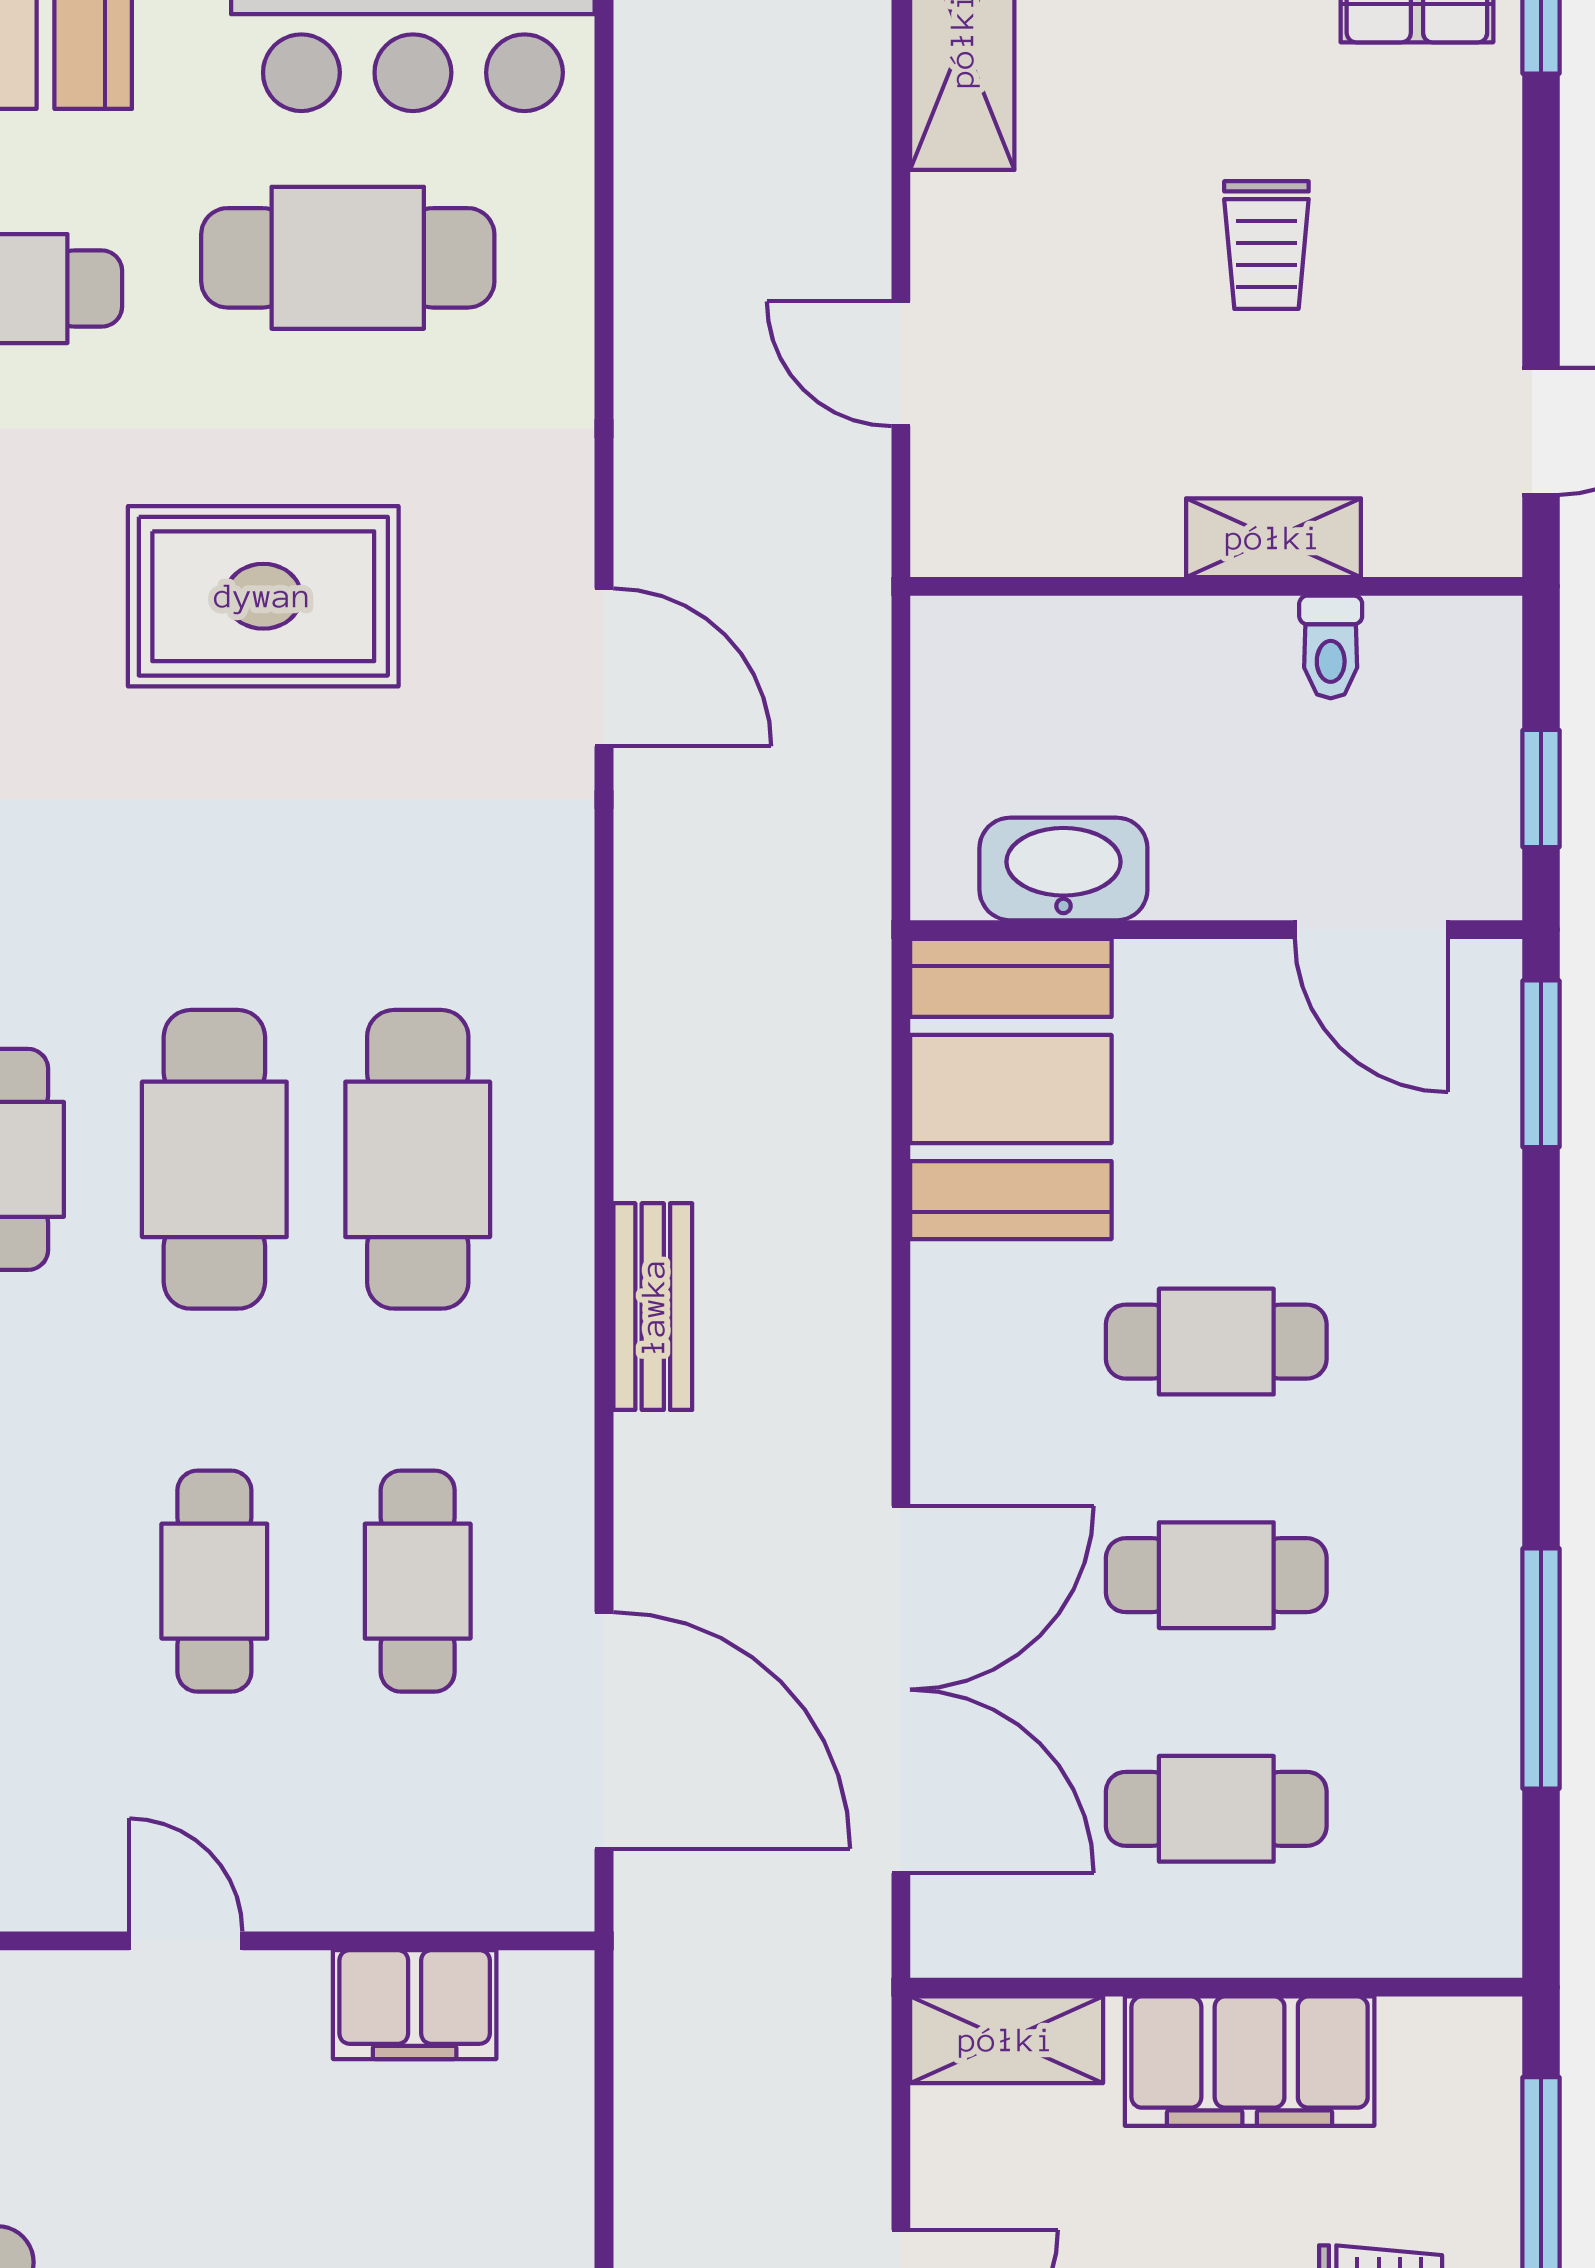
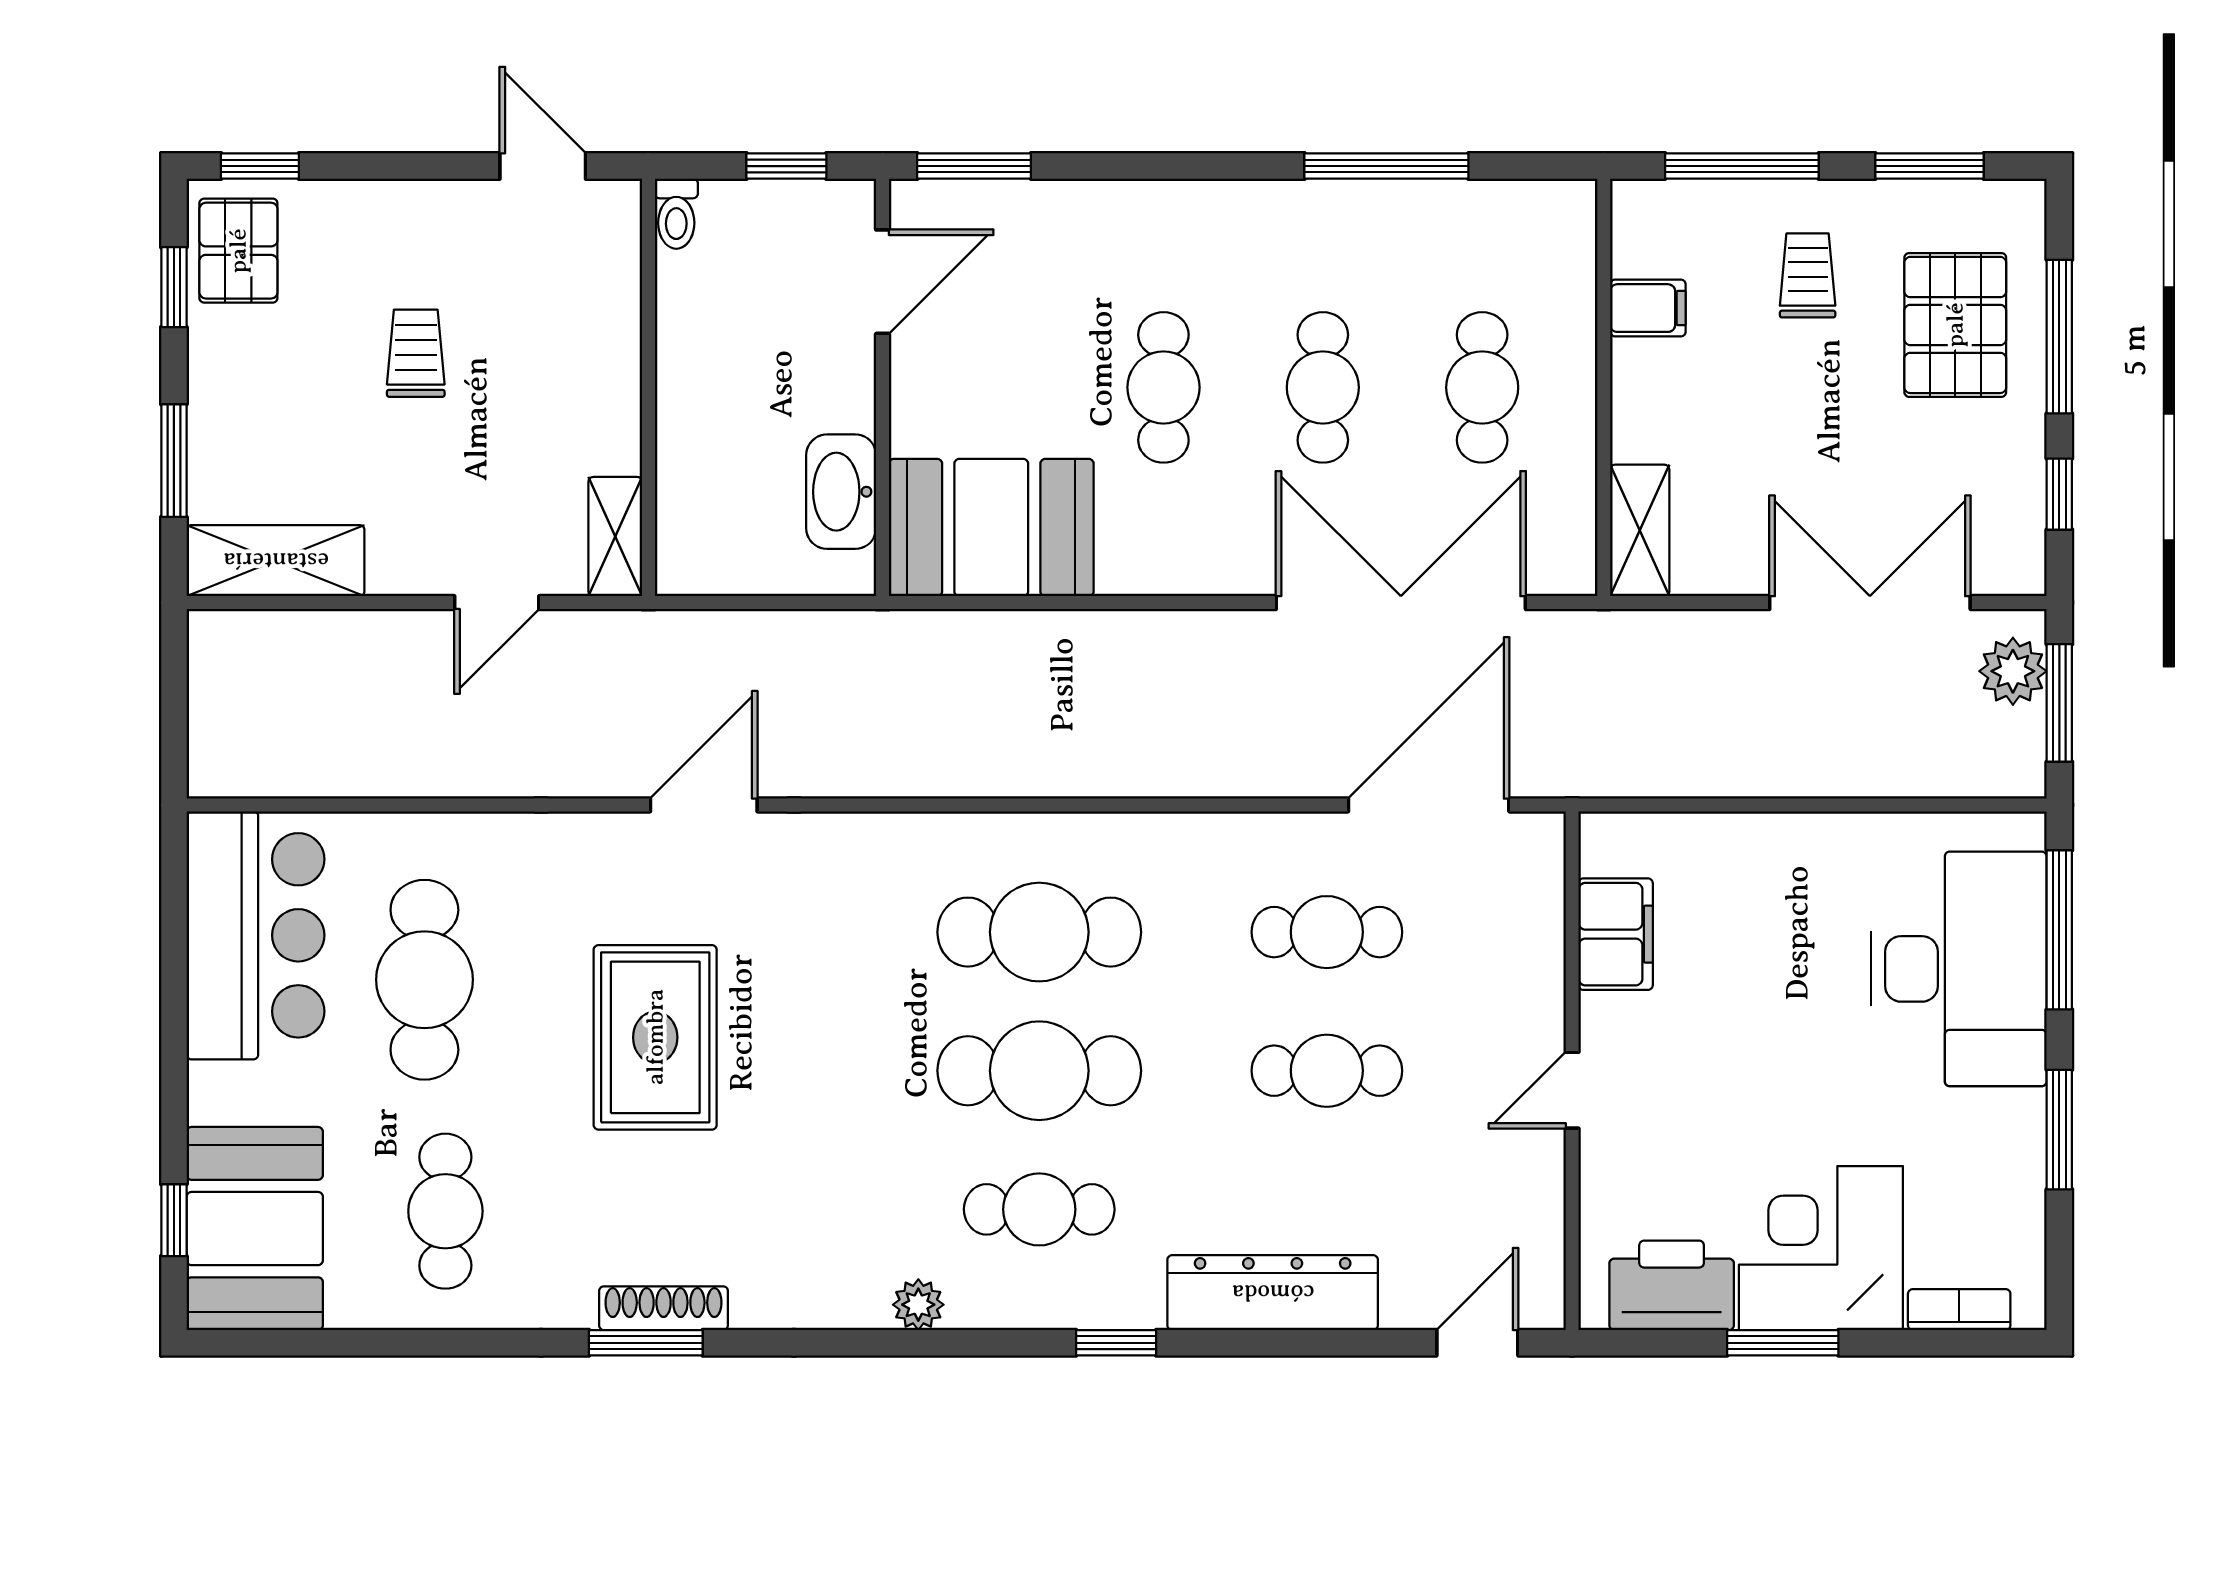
trolley: (1266, 245) -> (416, 353), turned -90
shelving: (1274, 538) -> (615, 537), moved
toilet: (1331, 647) -> (676, 214), moved, turned 90
bench: (653, 1307) -> (1140, 772), removed
filing cabinet: (1250, 2061) -> (1648, 308), width x0.33, depth x0.86

